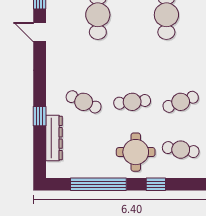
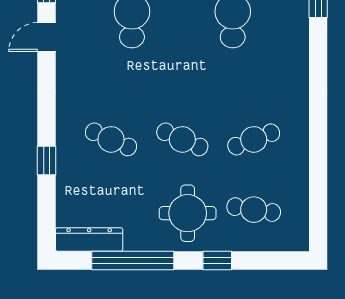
door: (40, 32) -> (47, 37), hinge flipped
cafe table: (132, 102) -> (182, 139), turned 30
dresser: (54, 138) -> (89, 240), moved, turned -90

